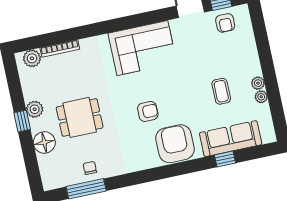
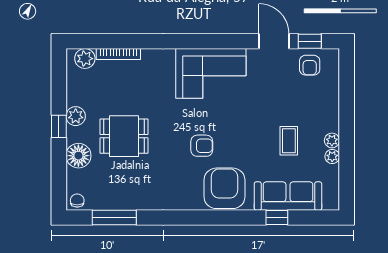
chair: (90, 168) -> (77, 200), moved

